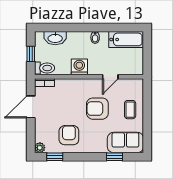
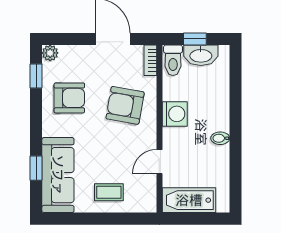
washbasin: (55, 38) -> (201, 55), moved, turned -90
bathtub: (126, 39) -> (189, 200), moved, turned 90
door: (110, 77) -> (159, 162), hinge flipped
armchair: (97, 109) -> (125, 105), moved, turned -80
sofa: (125, 143) -> (58, 175), width x1.36

